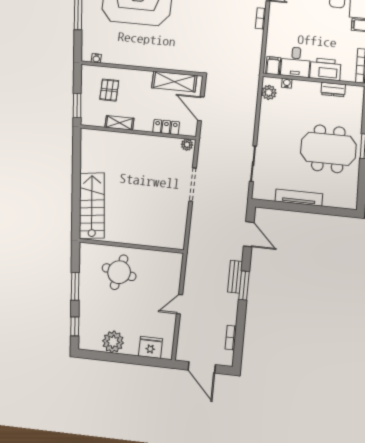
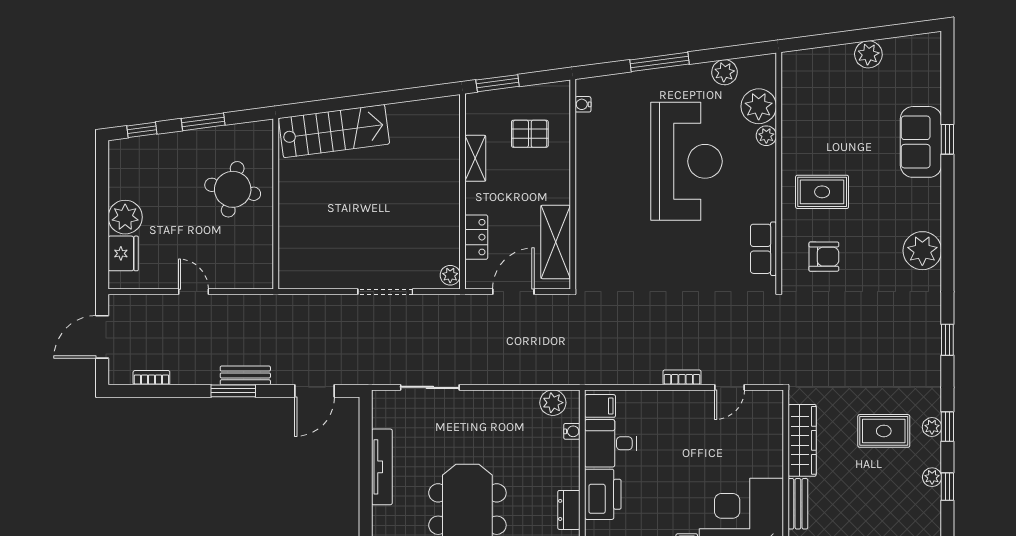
plant: (113, 342) -> (125, 217), moved

